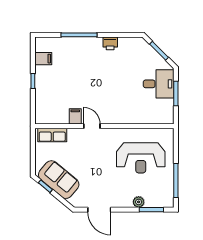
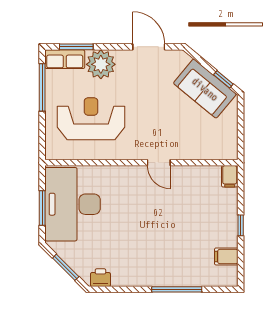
printer: (110, 43) -> (100, 278), moved
desk: (159, 84) -> (73, 204), width x1.87, depth x1.30
filing cabinet: (75, 116) -> (230, 176), moved
row of seats: (52, 135) -> (65, 59), moved, turned 180
plant: (139, 202) -> (101, 64), width x1.87, depth x1.87

